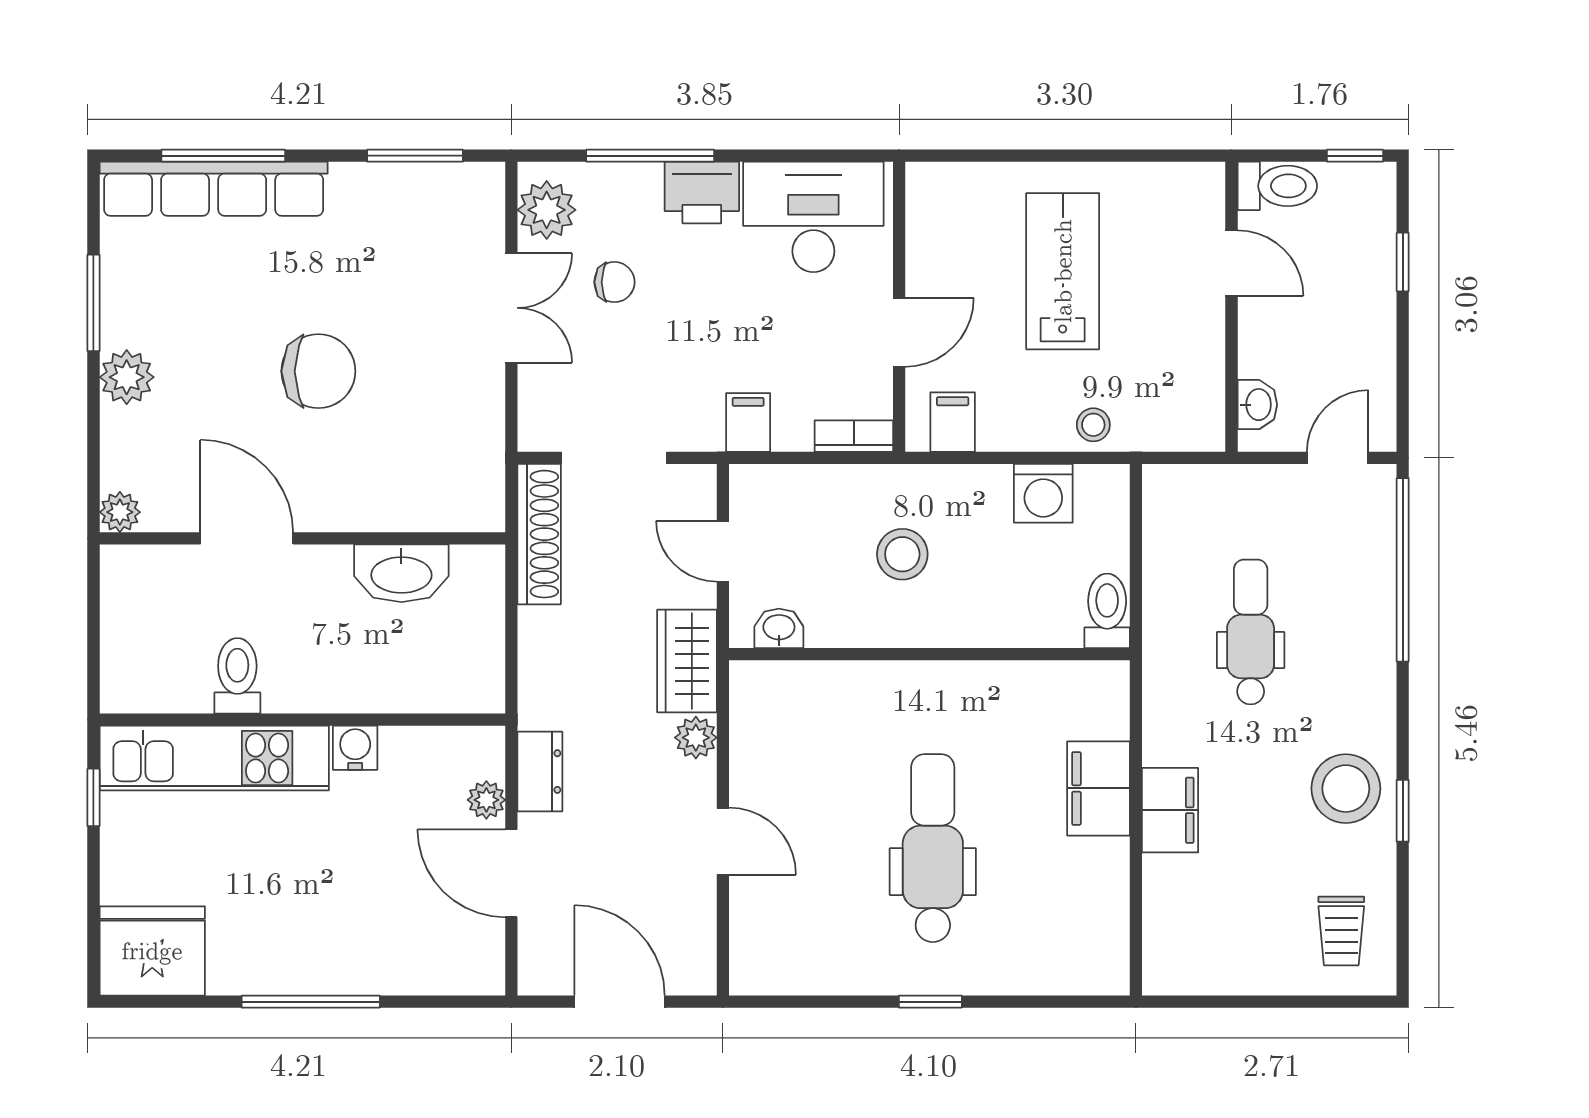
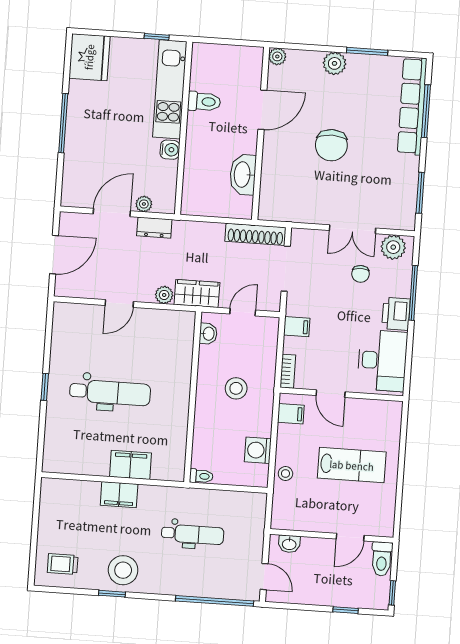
toilet: (1107, 611) -> (201, 476), width x0.73, depth x0.72

